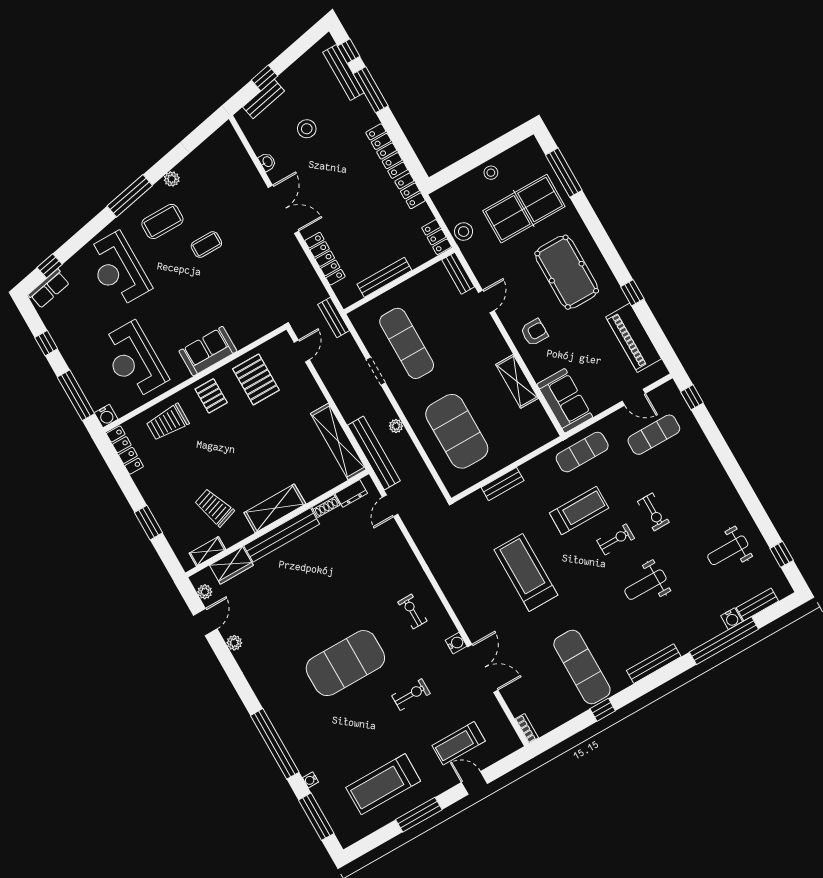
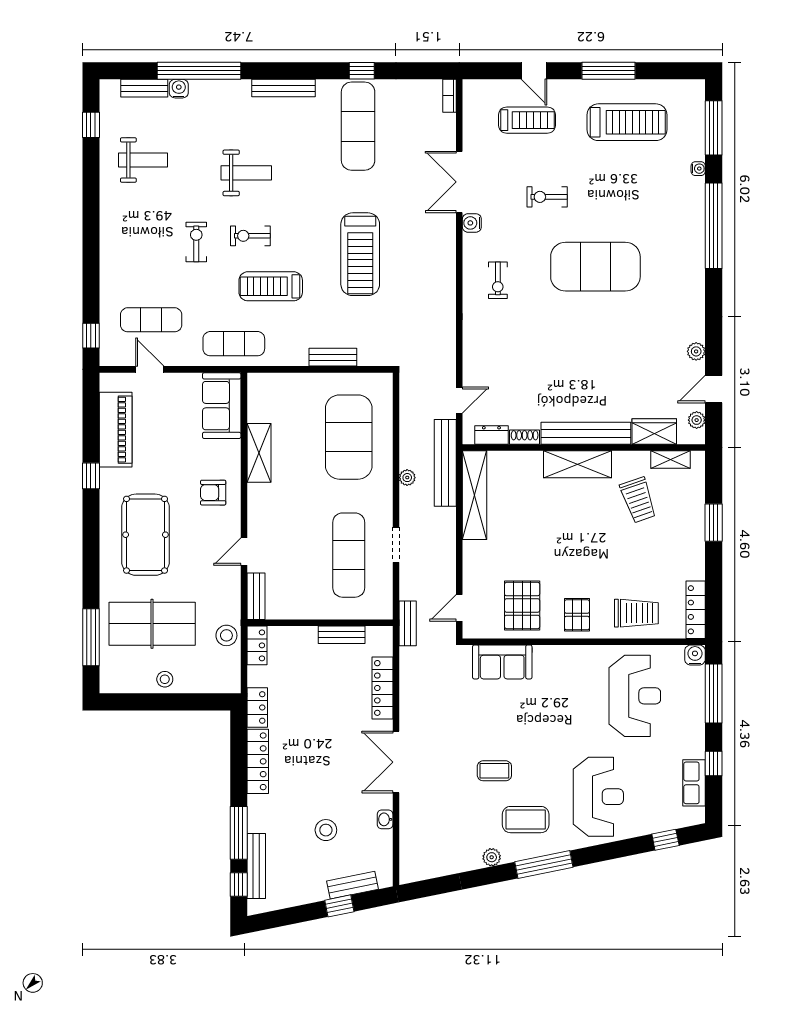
bench: (384, 277) -> (342, 635), width x0.73
row of seats: (49, 289) -> (694, 783), moved, turned -79
sofa: (208, 351) -> (502, 662), moved

